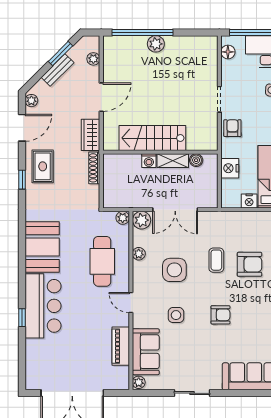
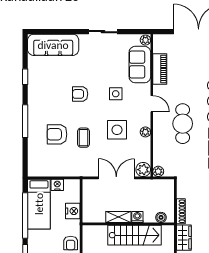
boiler: (196, 160) -> (161, 217), moved
plant: (139, 254) -> (145, 132), moved
cafe table: (102, 261) -> (183, 124), moved

